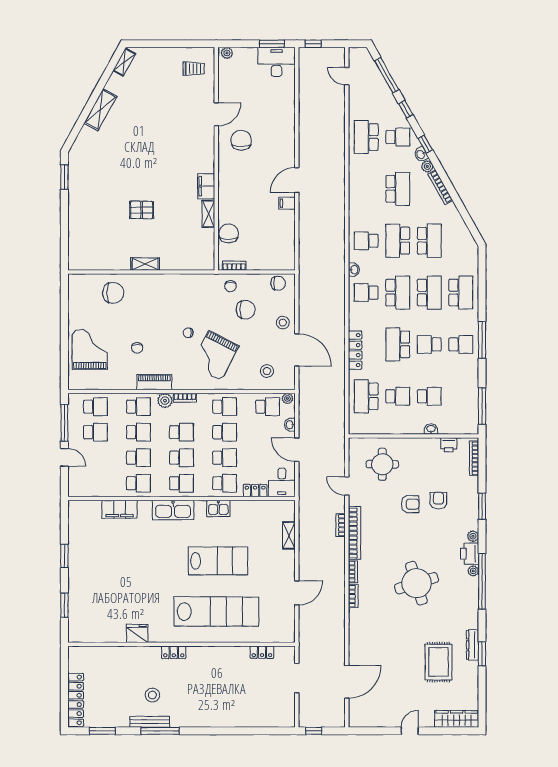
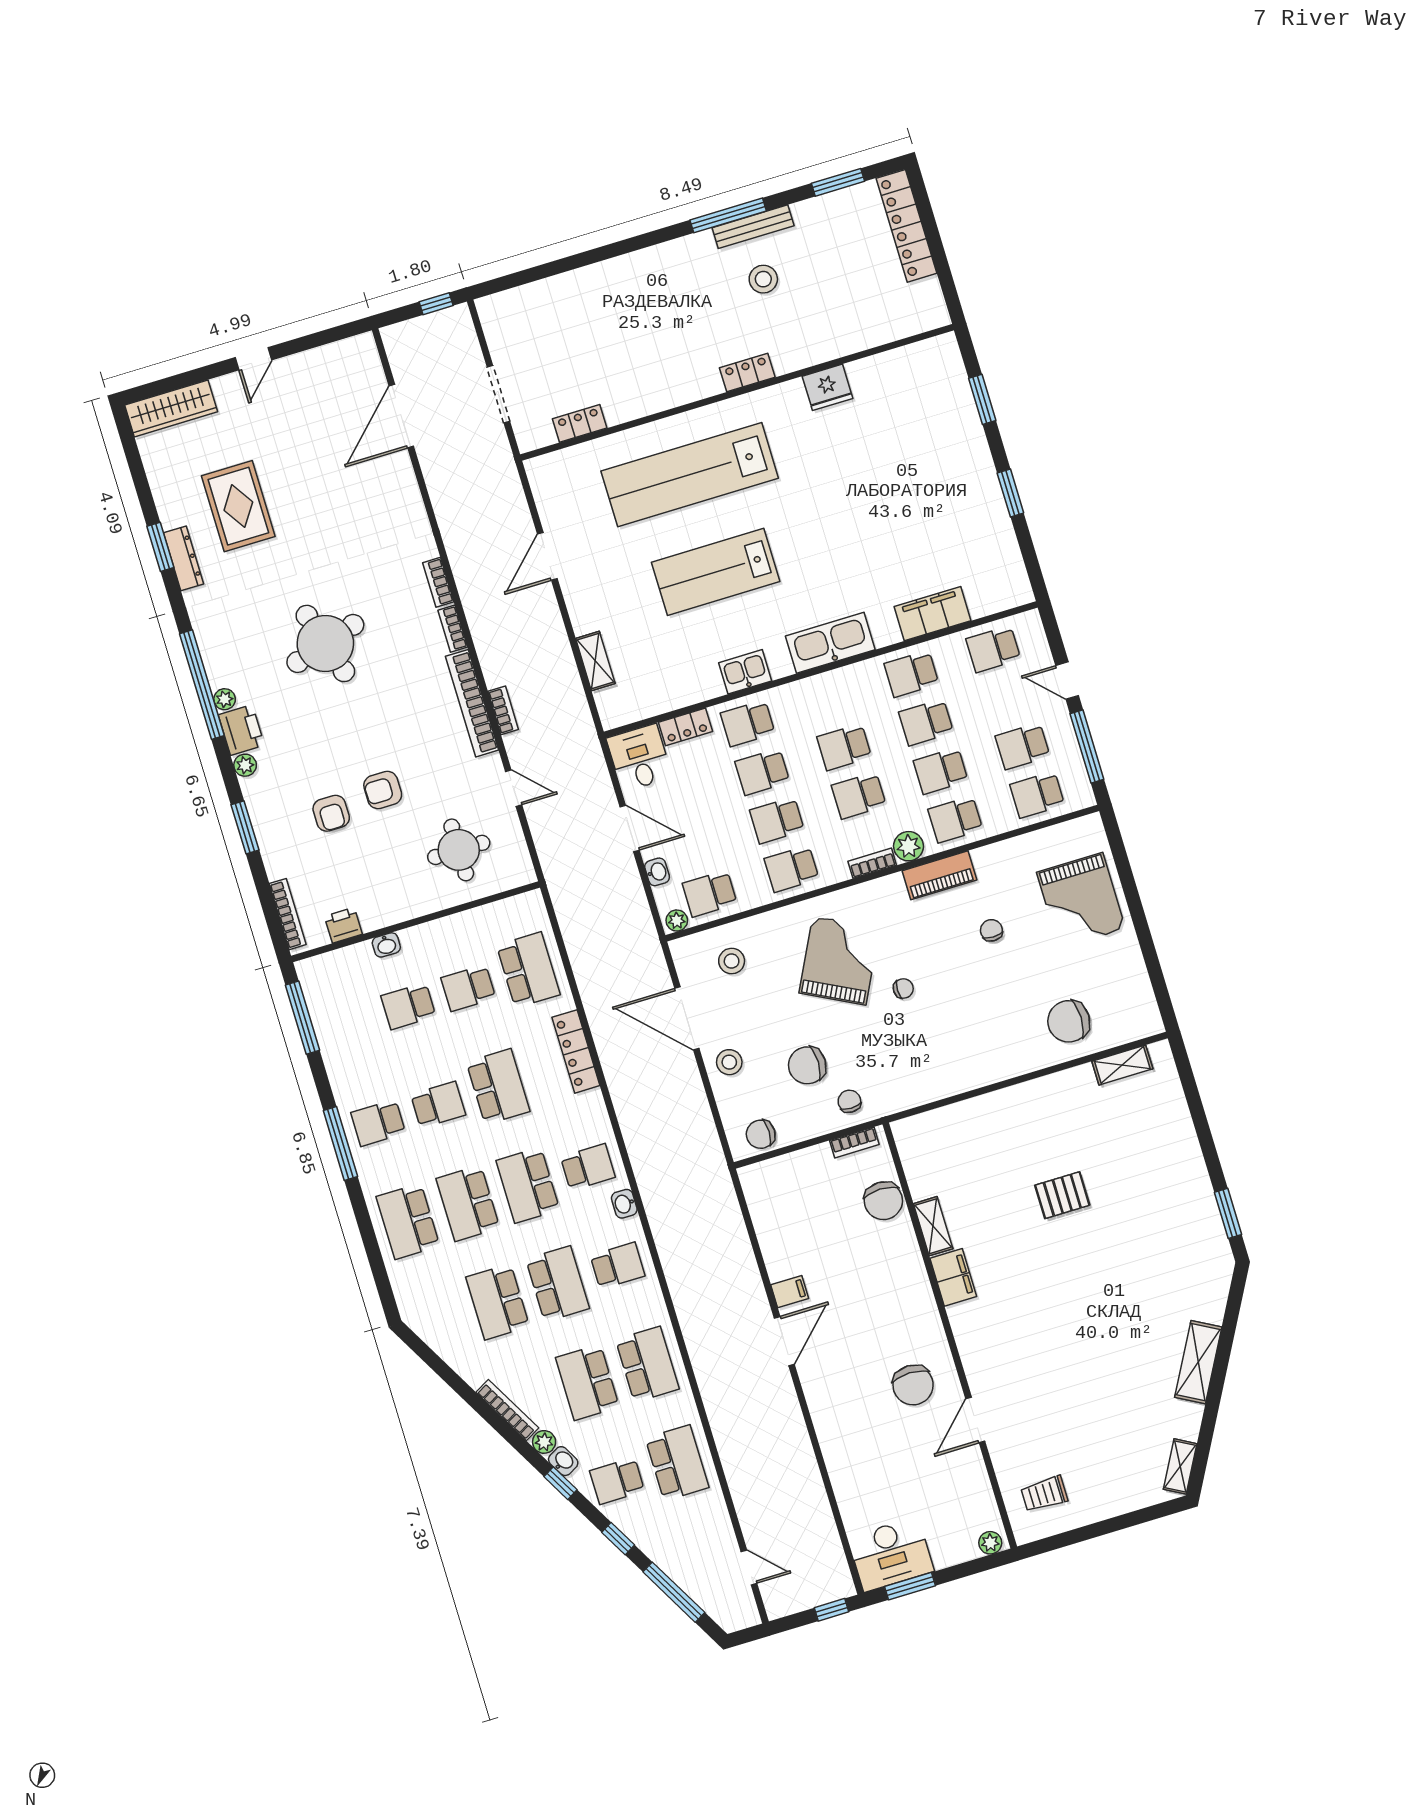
school desk: (366, 189) -> (647, 1364), added
shelving: (145, 264) -> (1122, 1065), moved
school desk: (182, 483) -> (993, 649), moved

